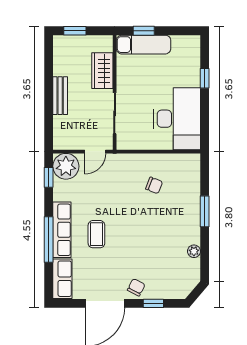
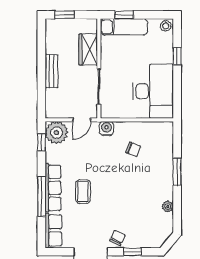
stool: (191, 44) -> (166, 26), added
water cooler: (123, 161) -> (106, 128), added

